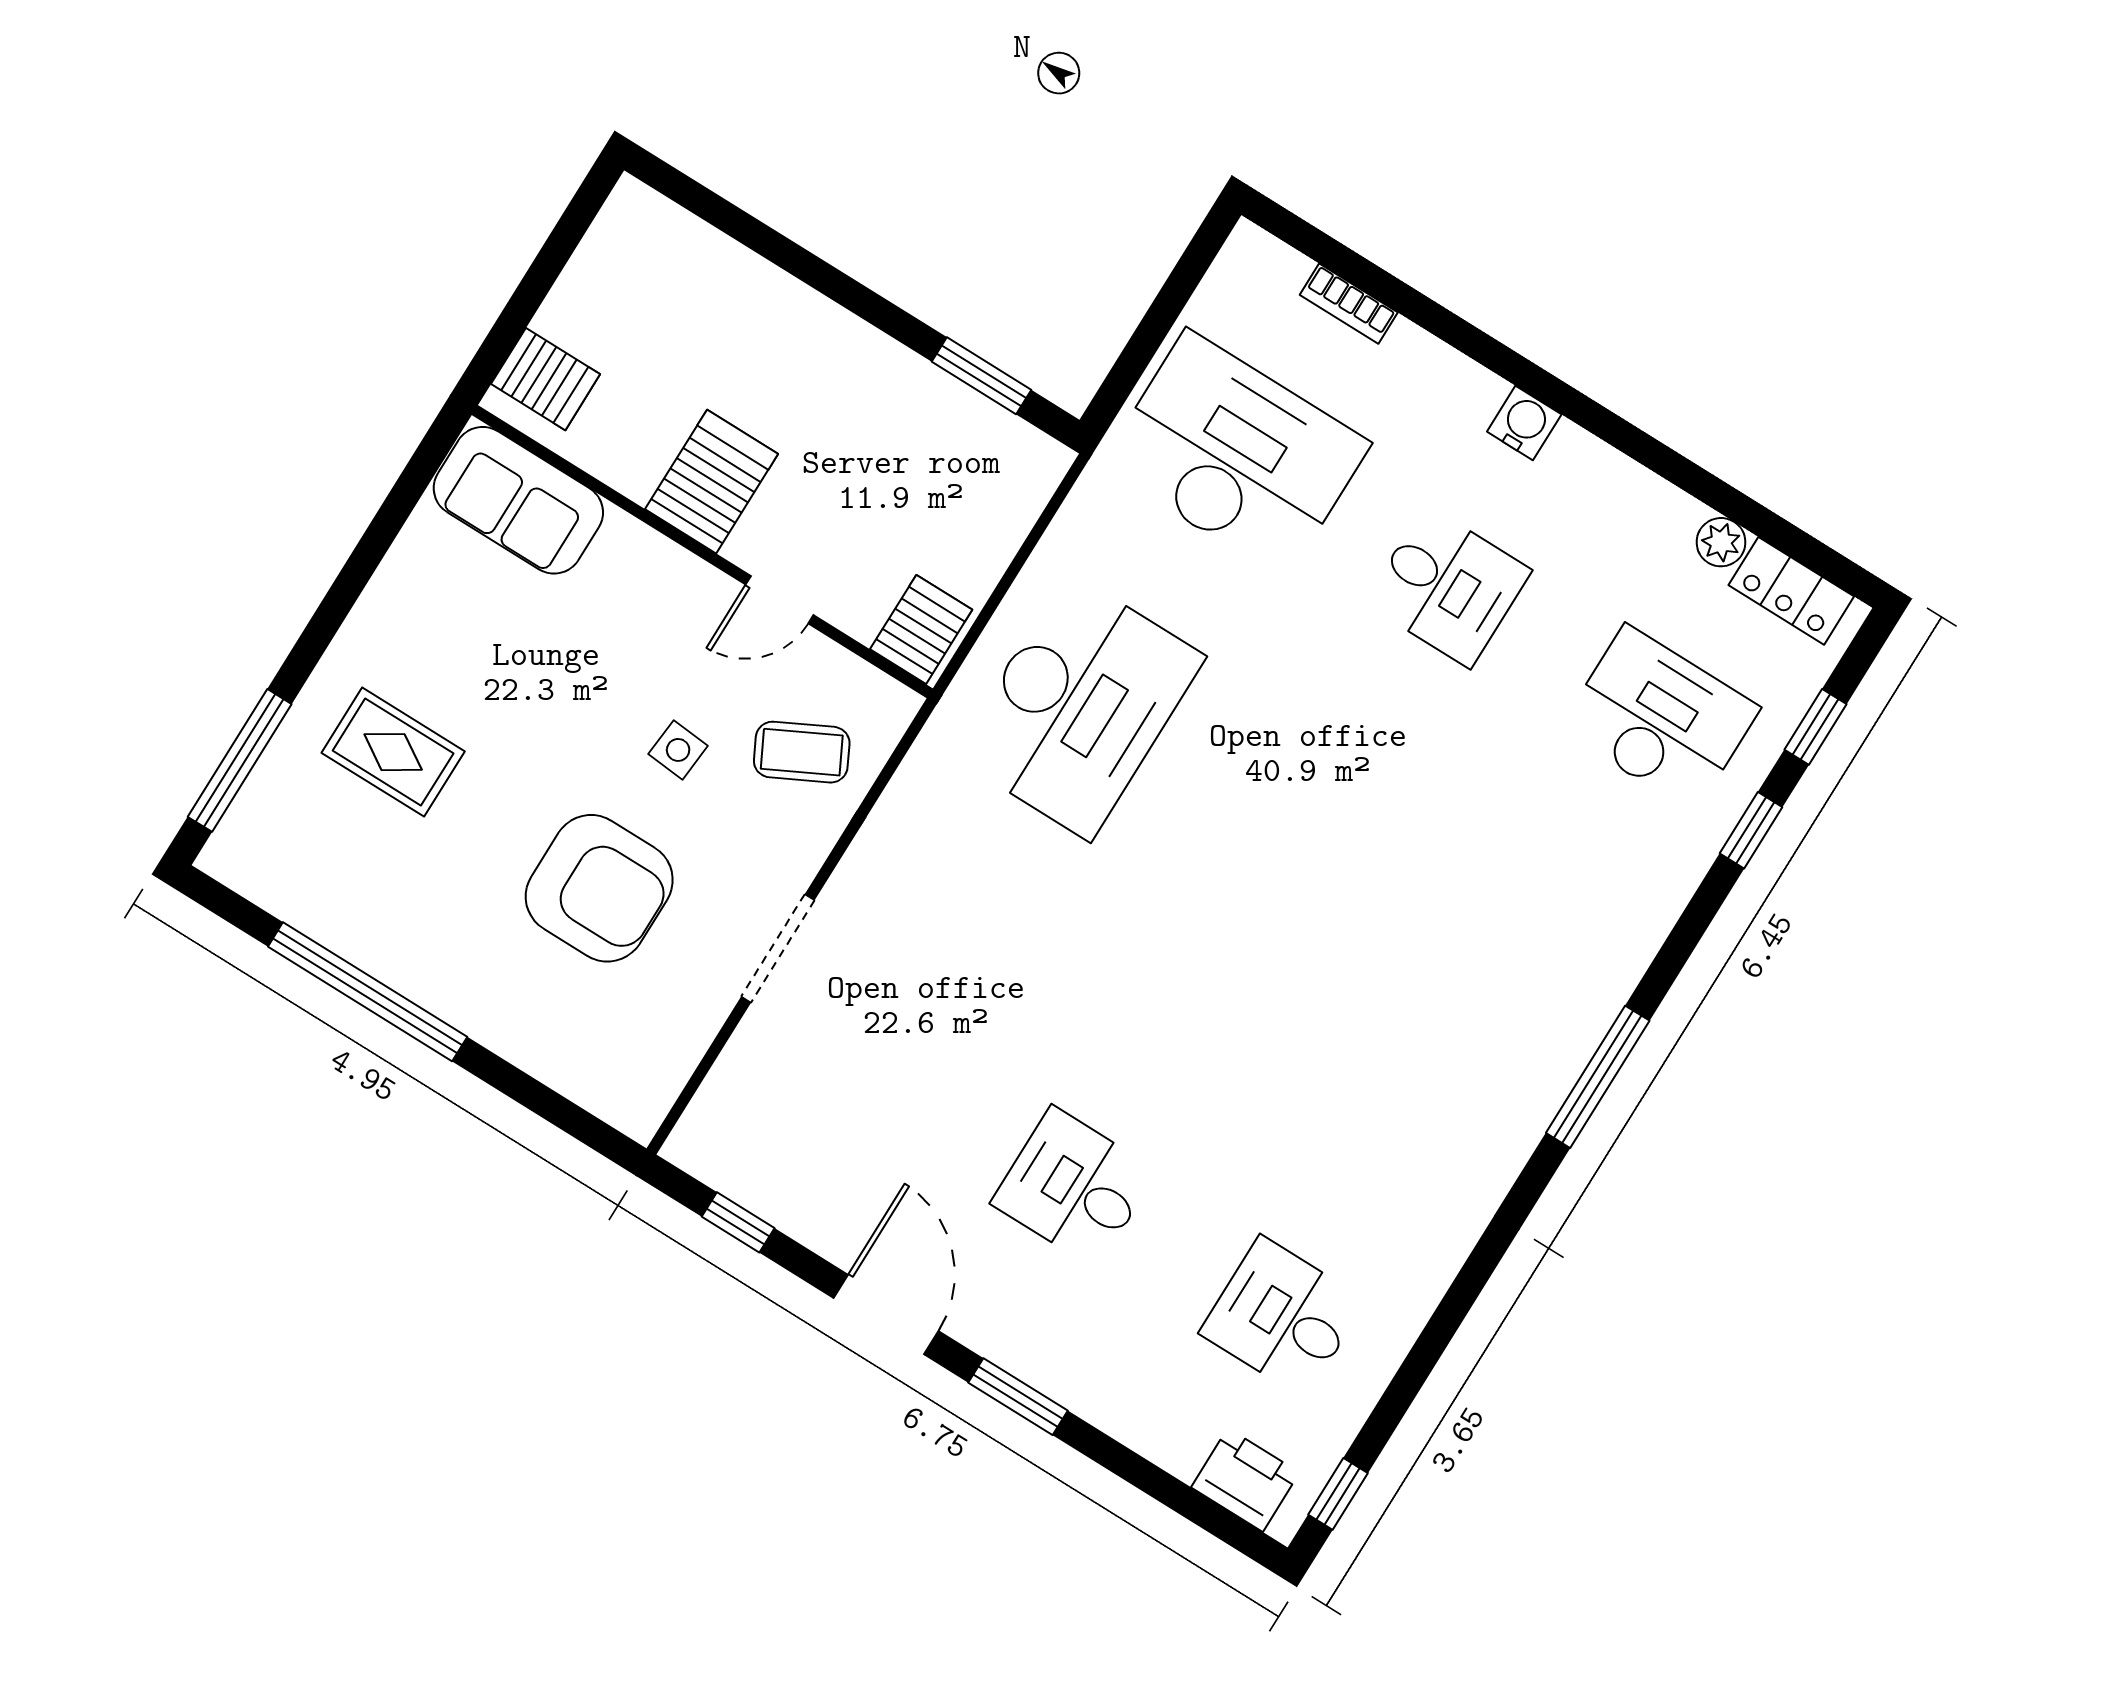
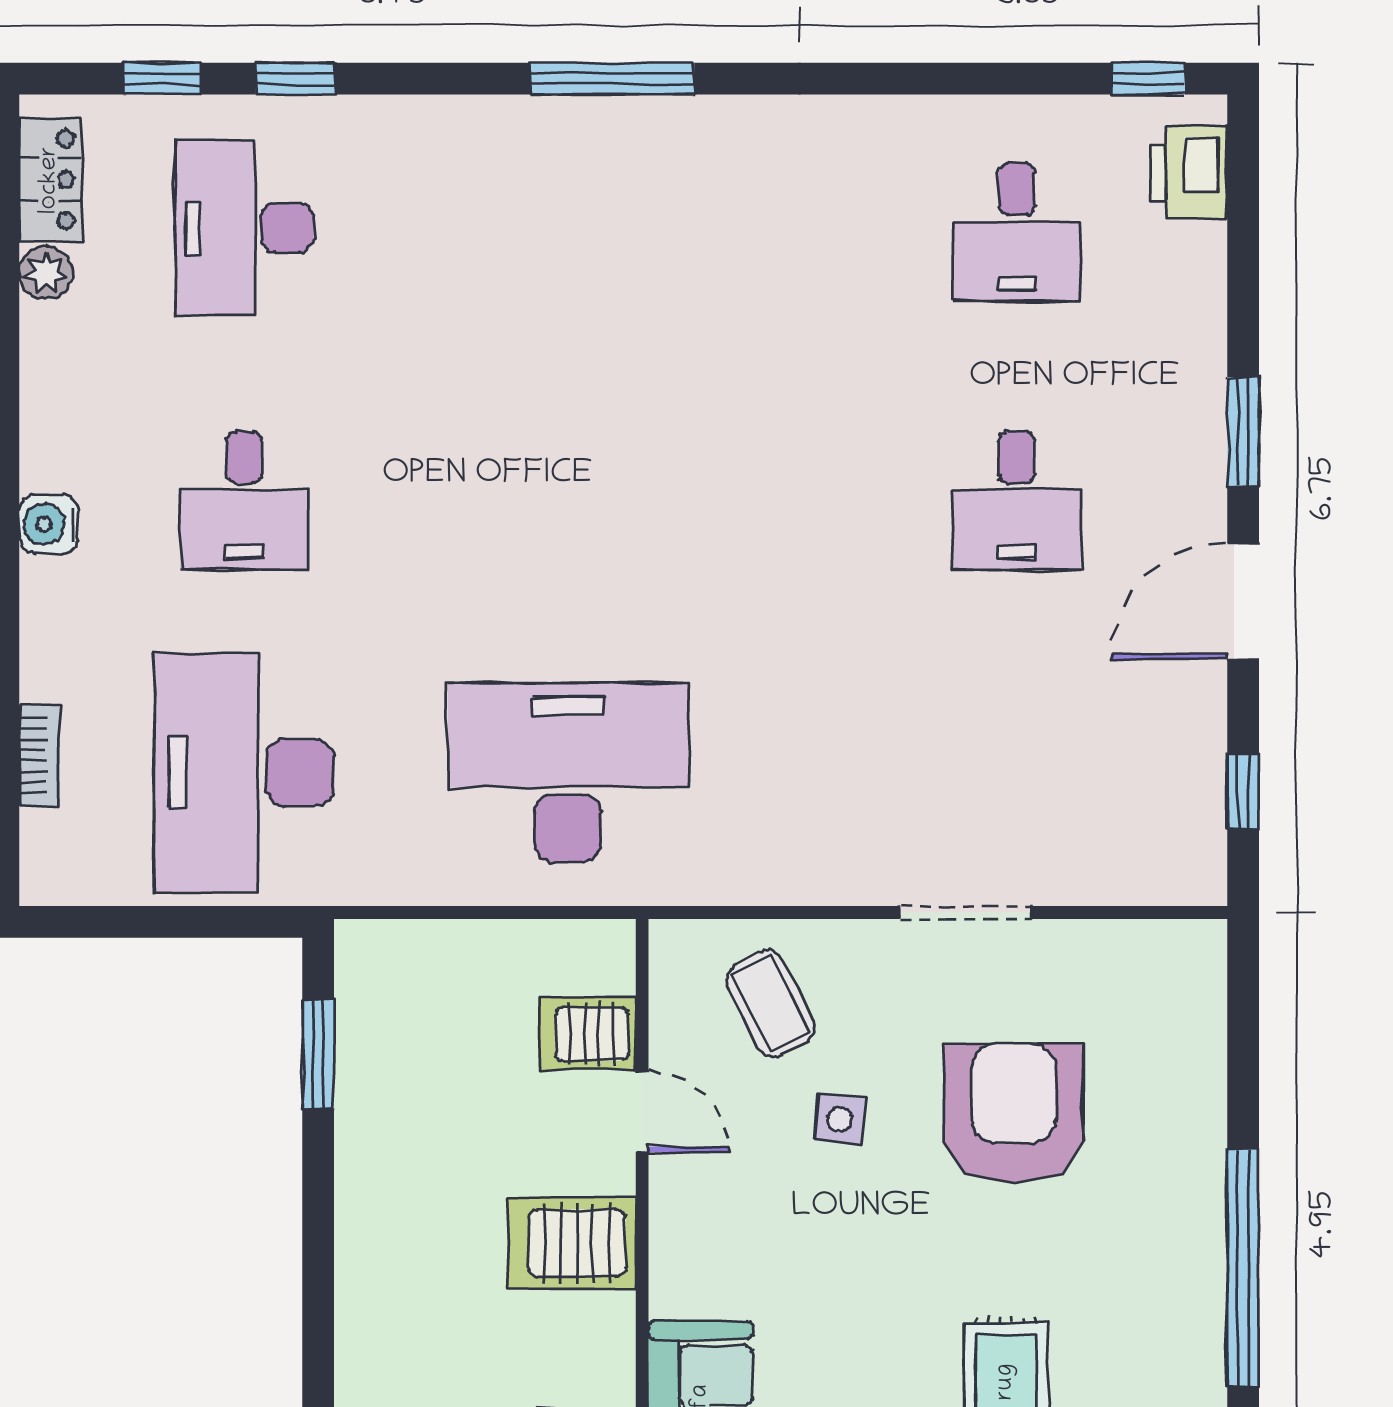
desk: (1448, 587) -> (244, 500), turned 180
server rack: (921, 629) -> (588, 1034), moved

